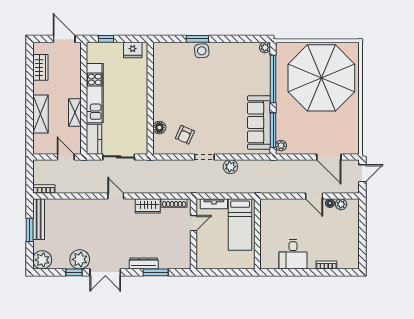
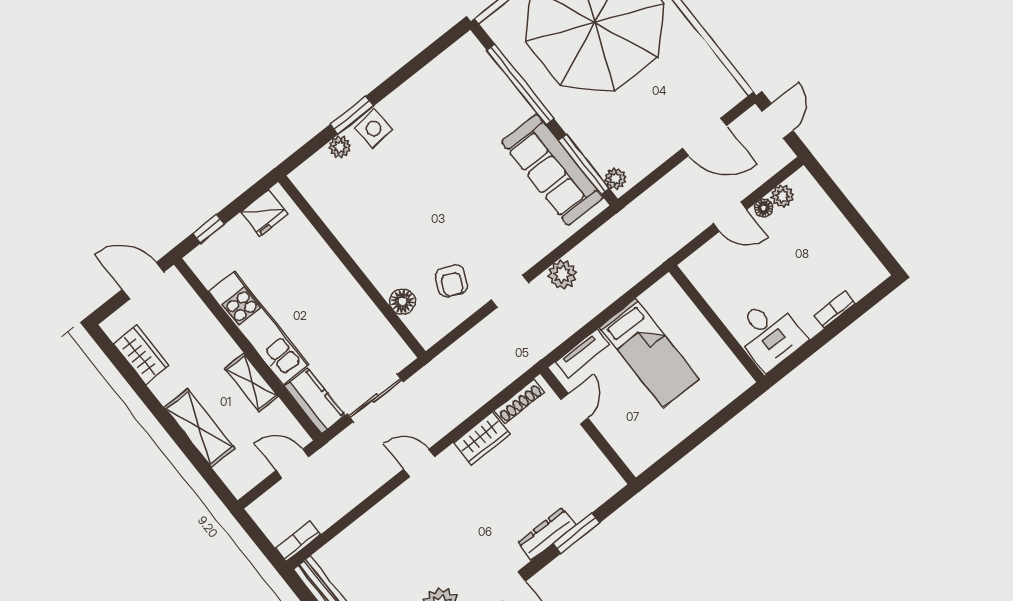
plant: (265, 47) -> (340, 147), moved
wall: (257, 234) -> (717, 324), moved

